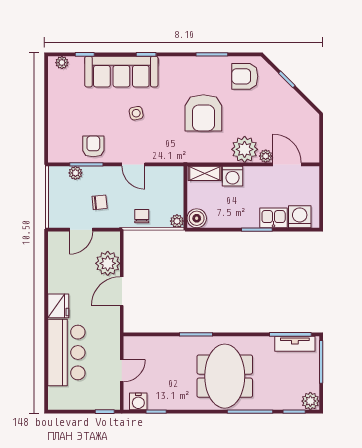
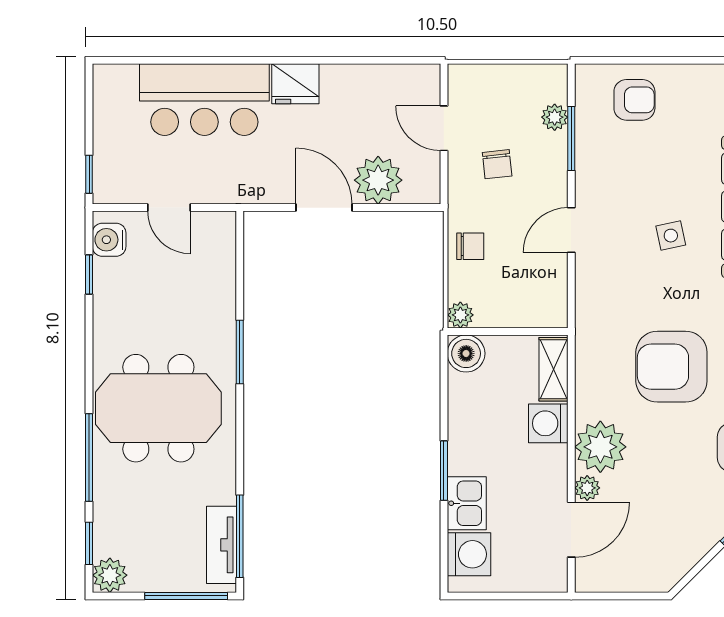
armchair: (93, 146) -> (634, 100), moved

